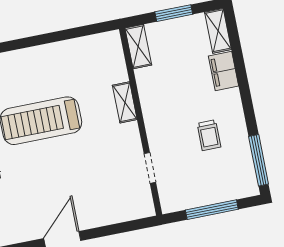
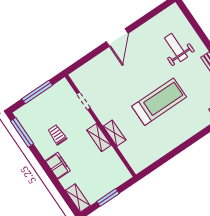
shelving: (138, 47) -> (99, 138), moved
filing cabinet: (224, 71) -> (58, 166), moved

